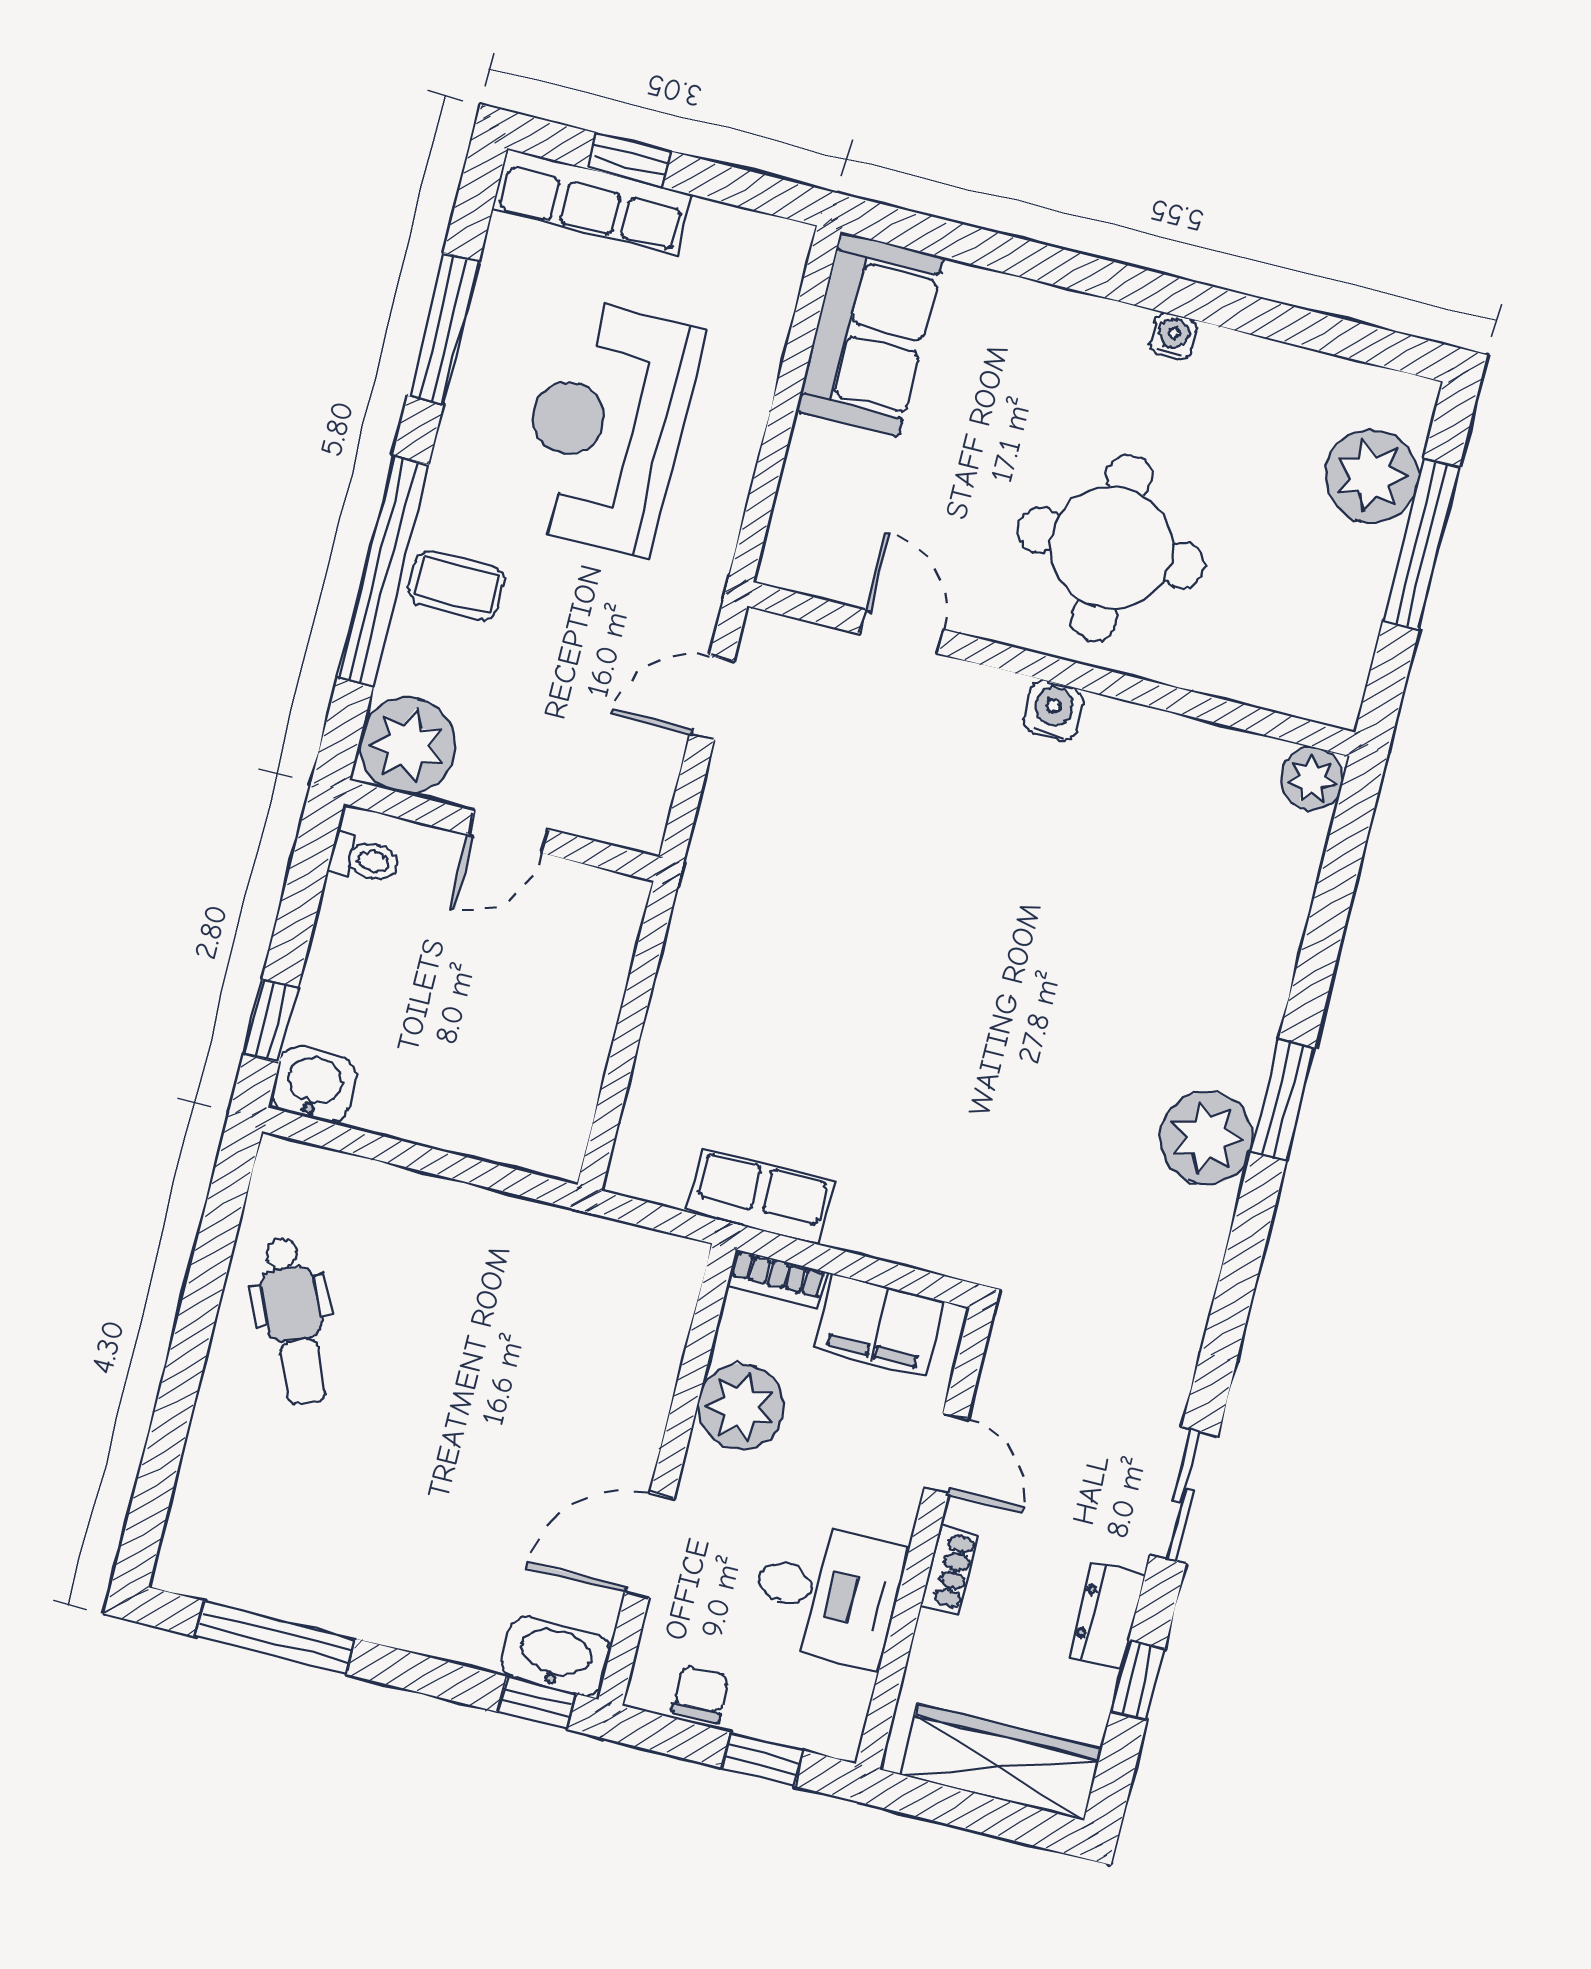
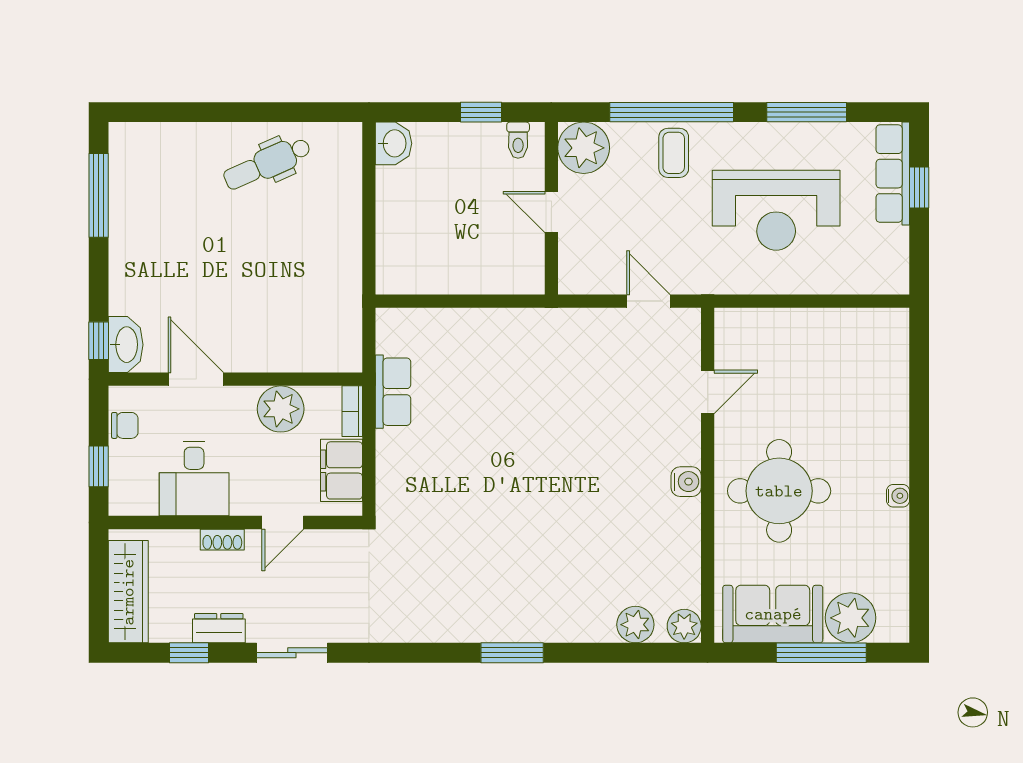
sofa: (870, 334) -> (773, 614), moved, turned 180
reception desk: (606, 427) -> (776, 210), turned 180
window: (271, 1021) -> (481, 112), moved
plant: (1207, 1138) -> (635, 625), moved, width x0.73, depth x0.73

